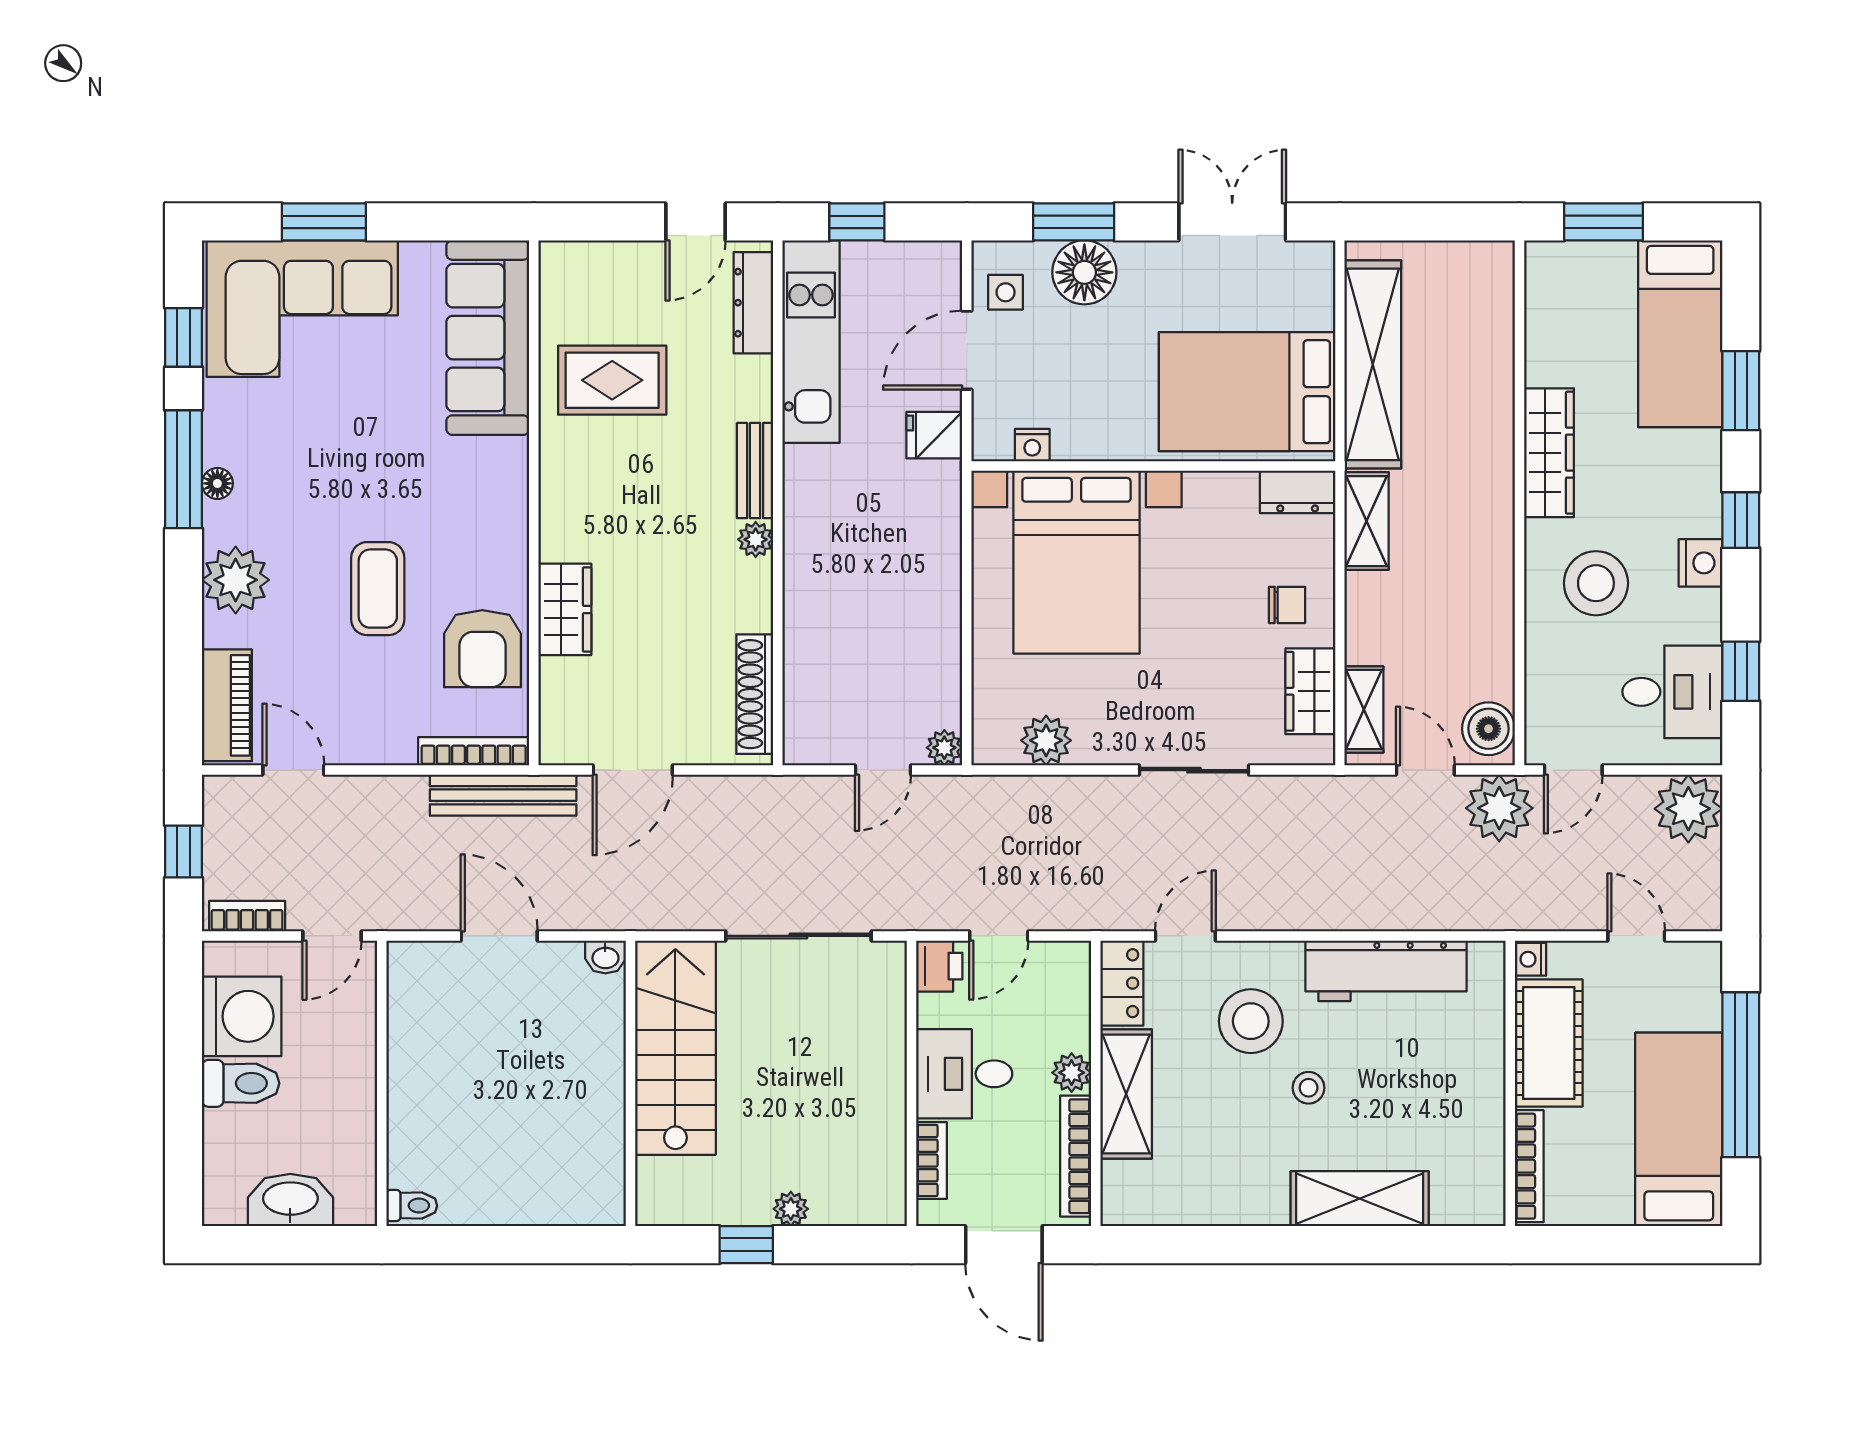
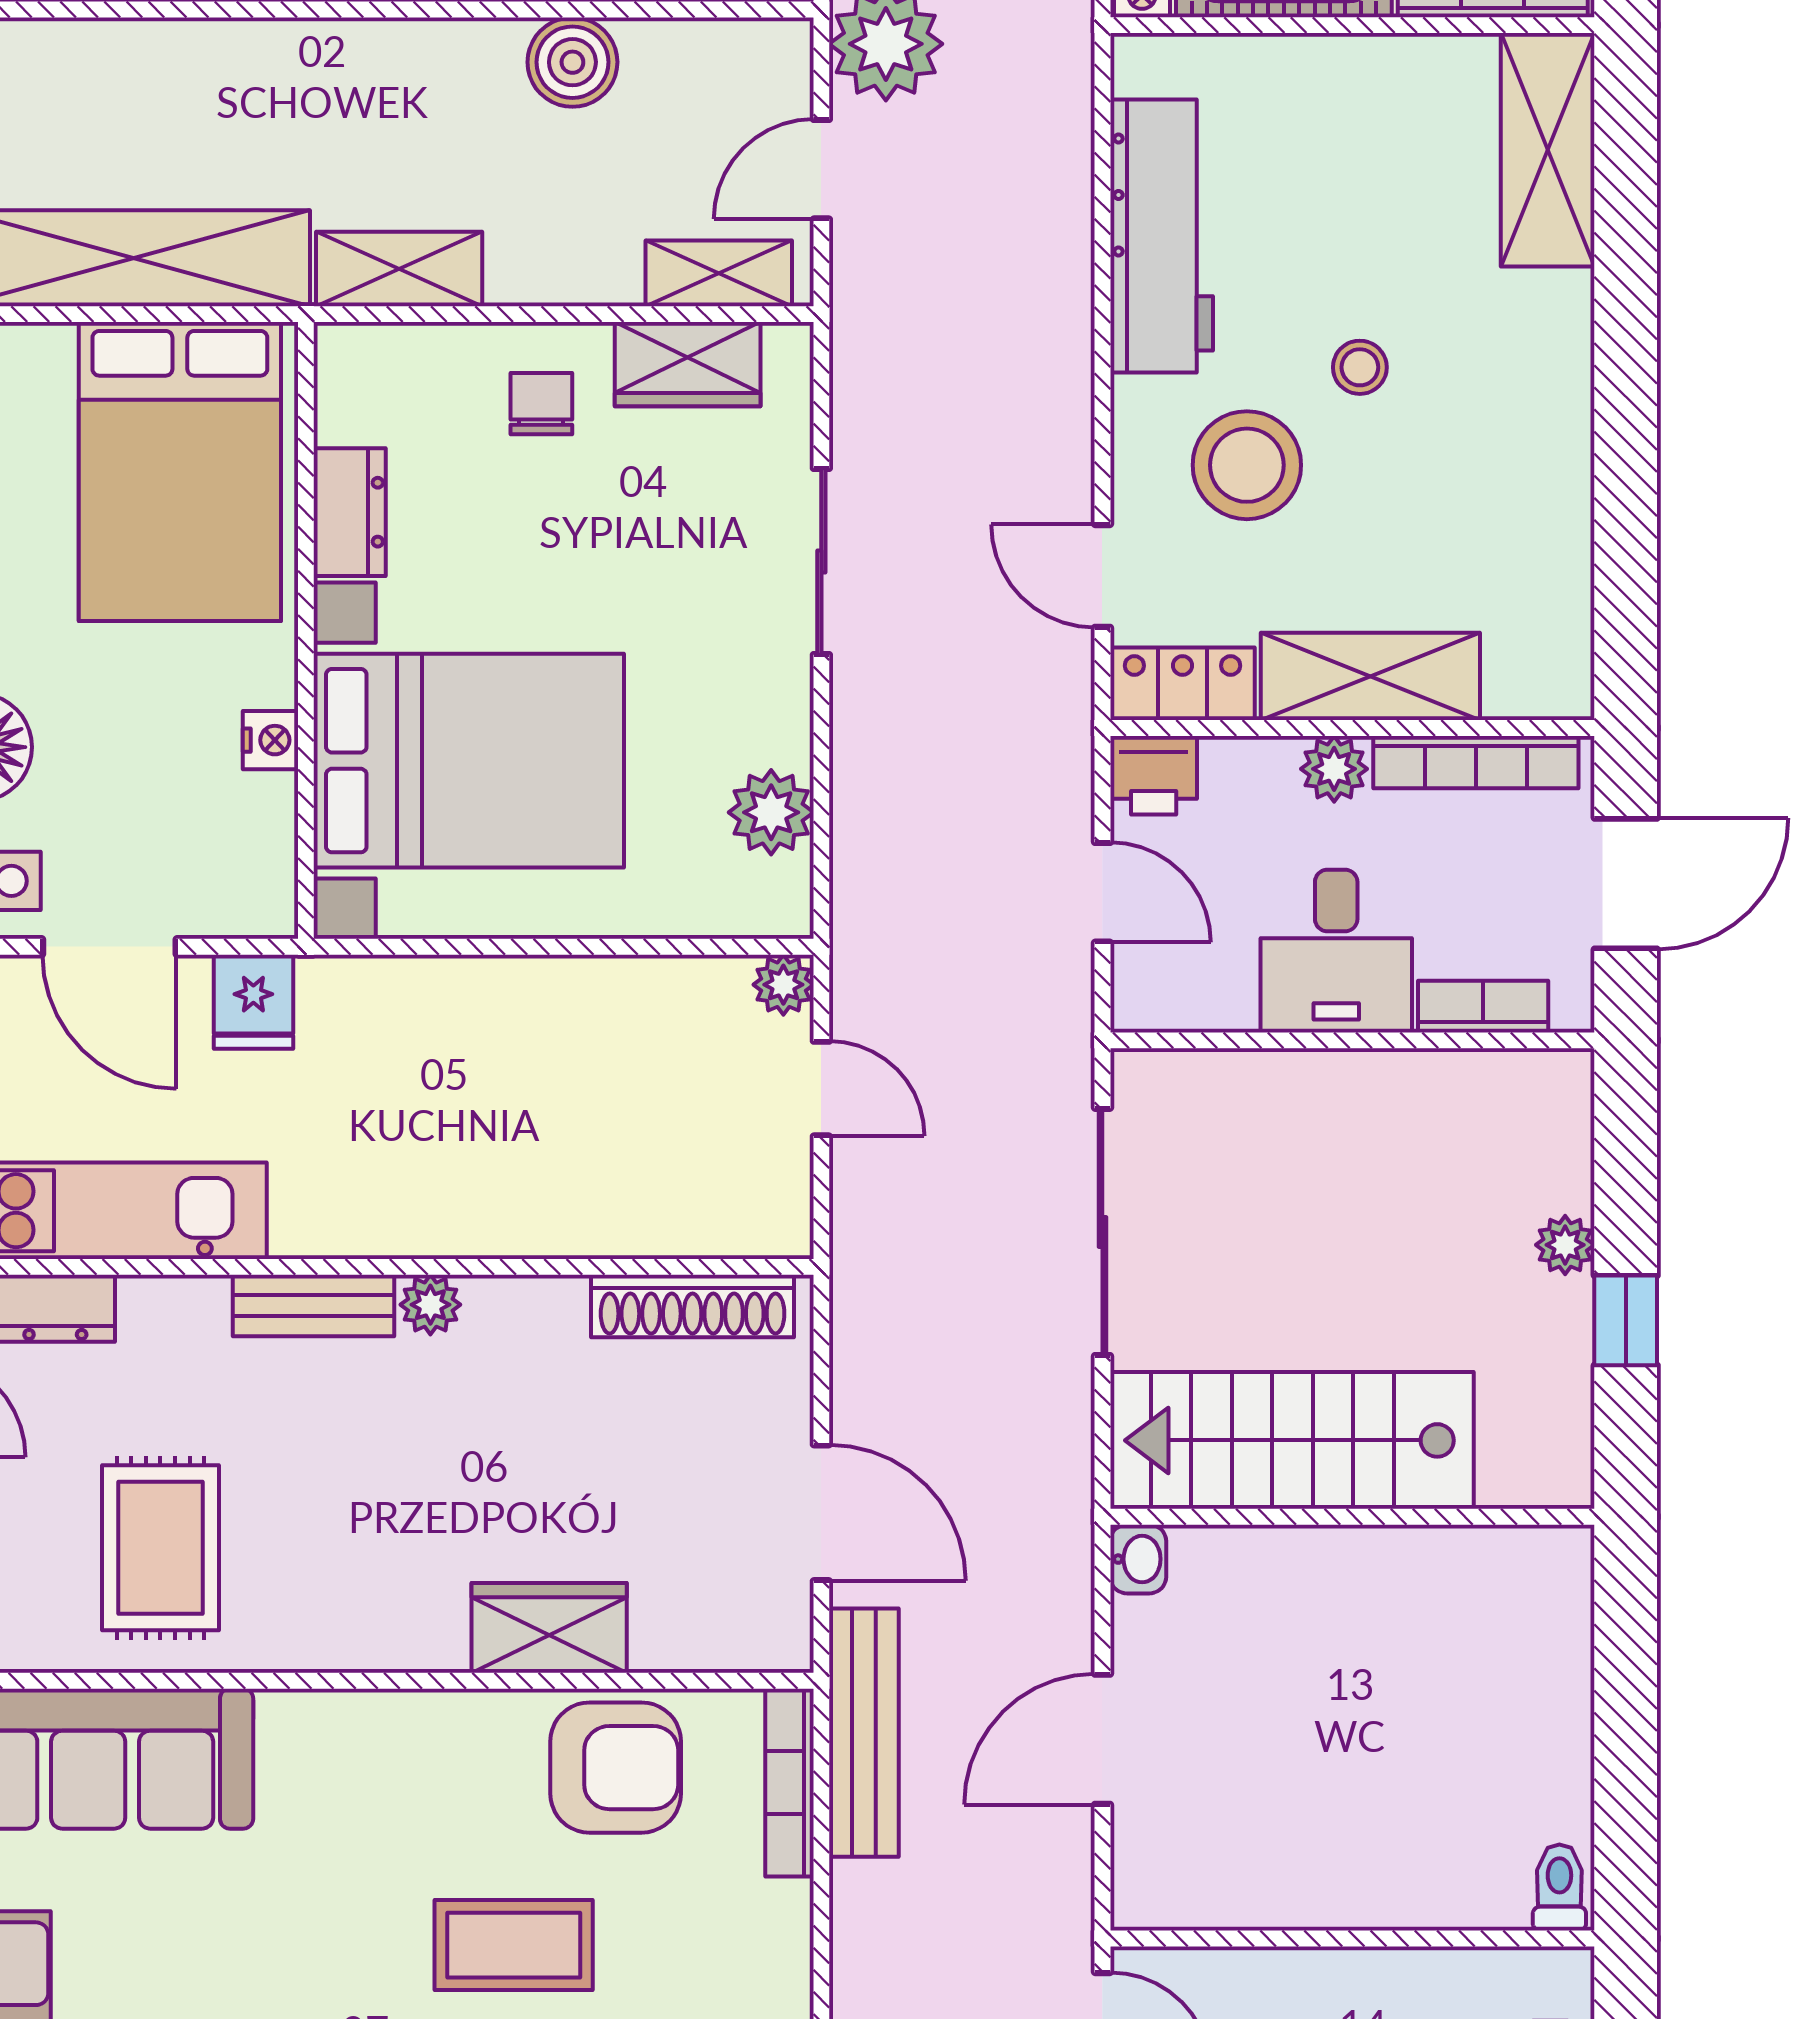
nightstand: (1032, 445) -> (270, 740), moved
dresser: (1298, 492) -> (350, 512), moved
boiler: (1489, 729) -> (572, 62), moved
printer: (939, 966) -> (1154, 775), moved, turned 180
shelving: (1360, 1199) -> (1548, 150), moved

